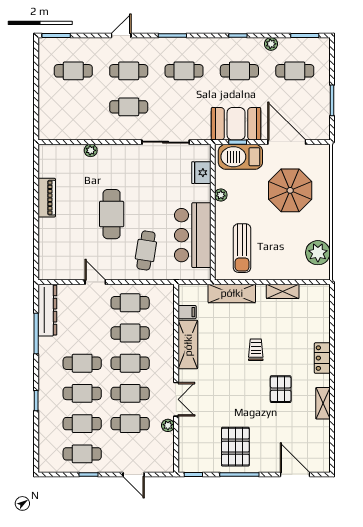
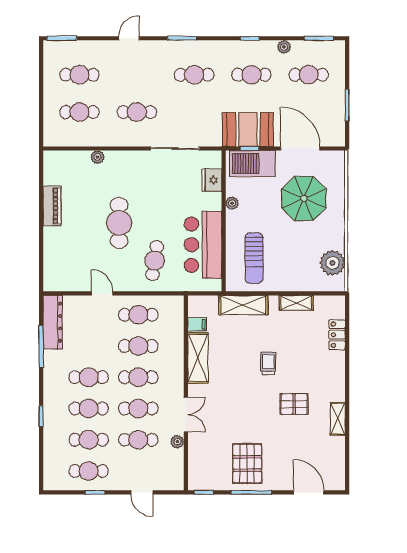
cafe table: (129, 71) -> (80, 112), moved
locker: (322, 358) -> (337, 335), moved
pallet: (281, 389) -> (294, 404), turned 90

